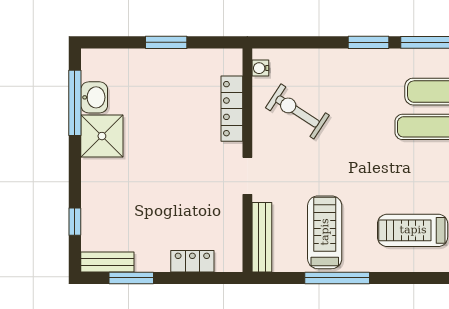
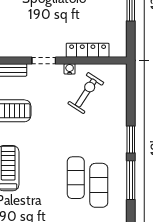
water cooler: (260, 68) -> (70, 69), moved

